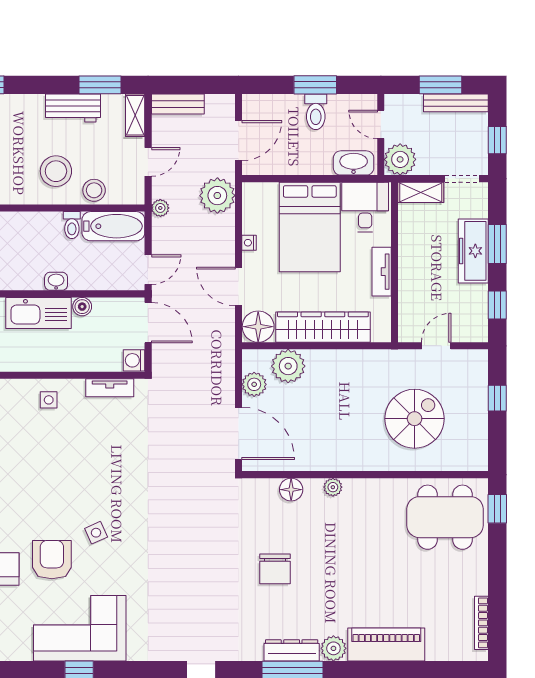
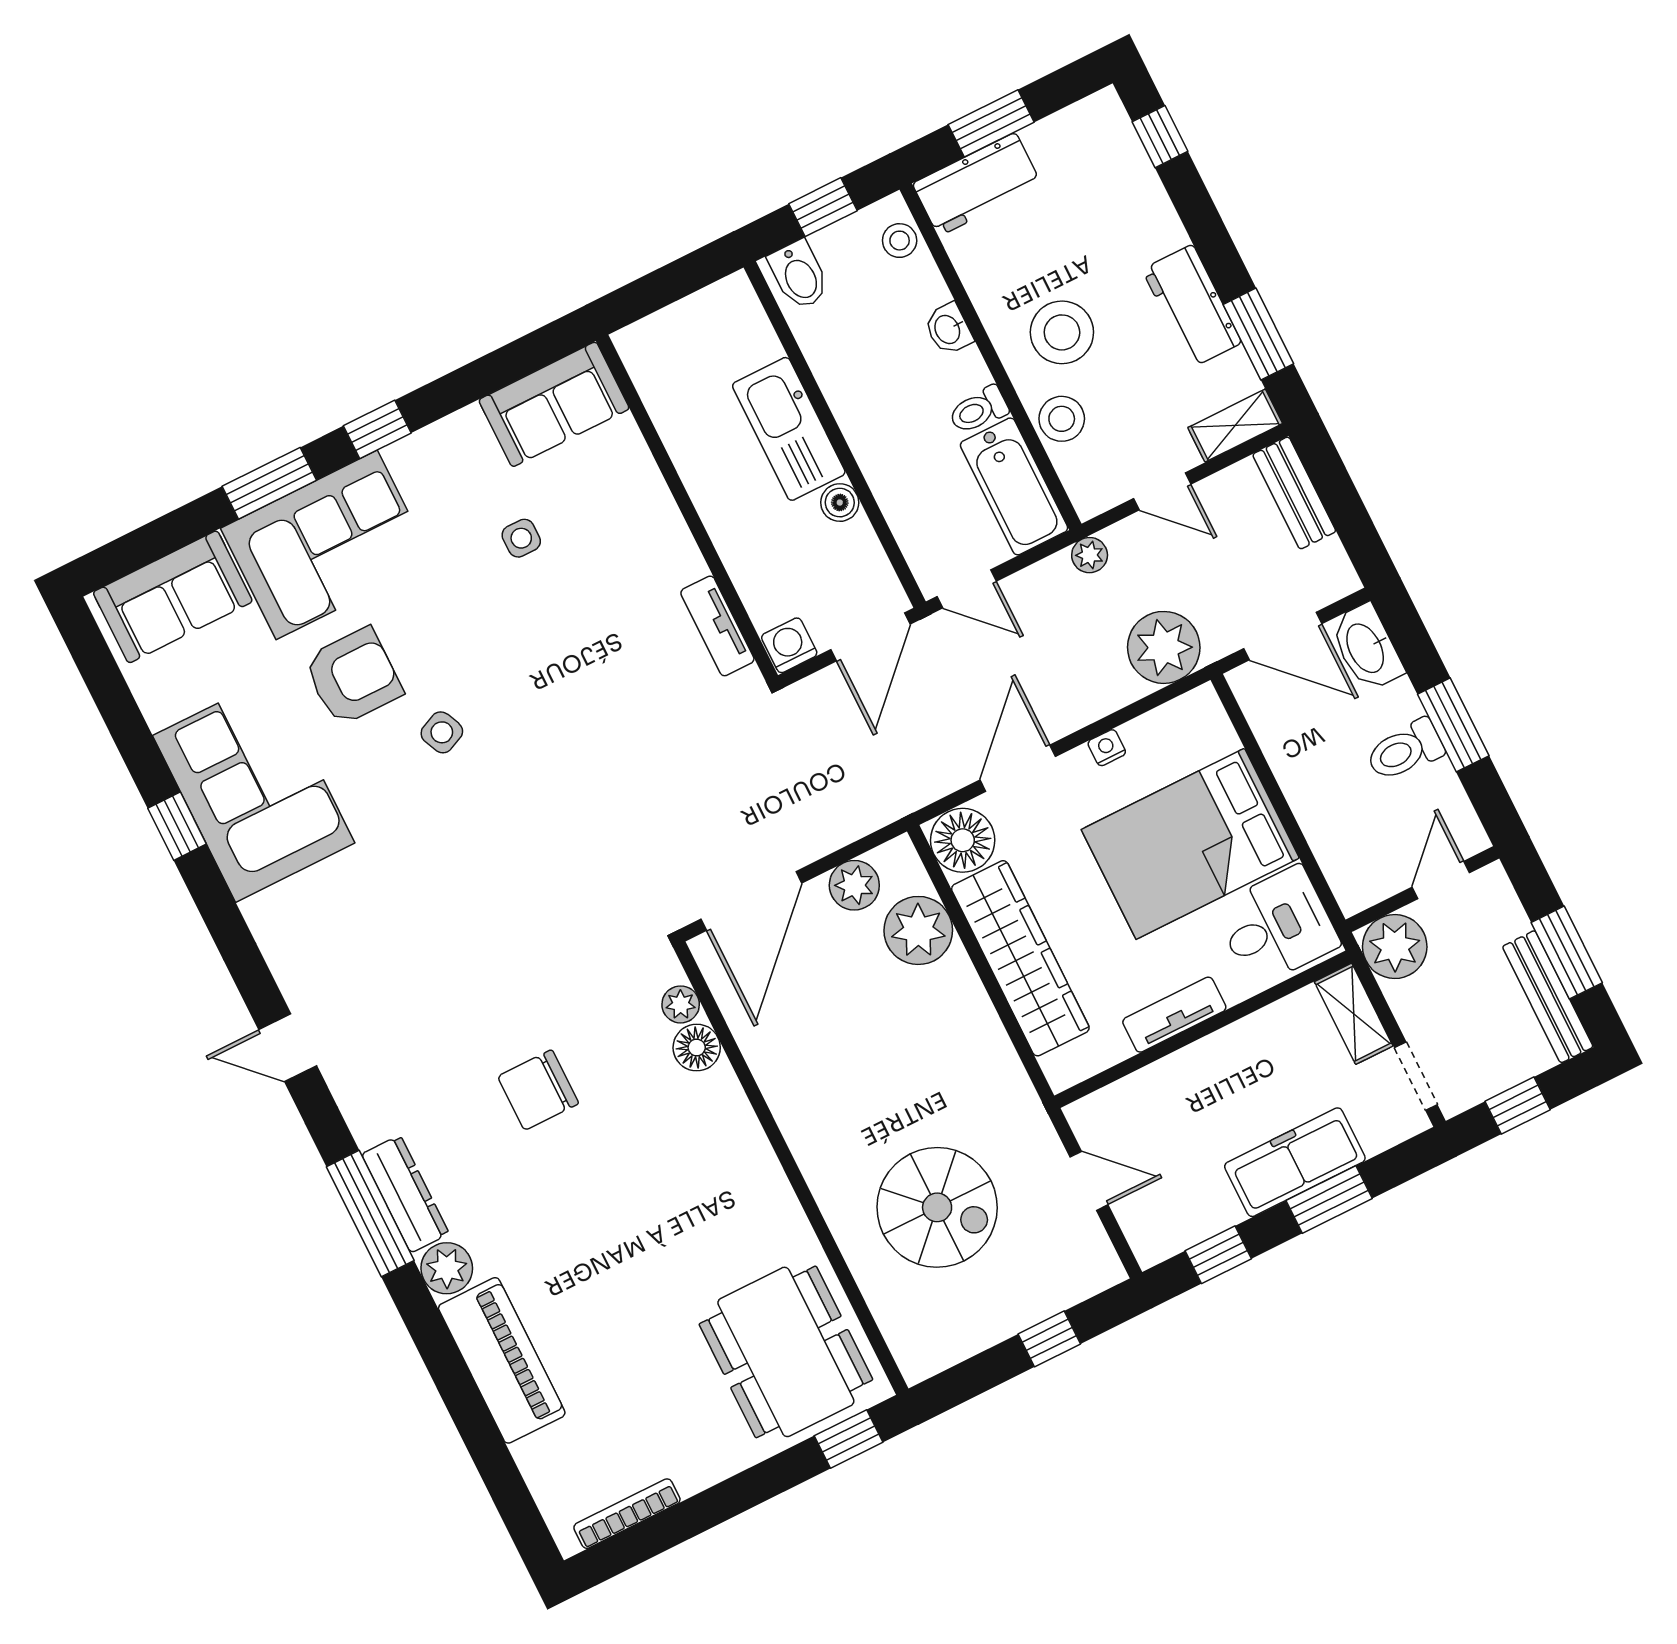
washbasin: (354, 163) -> (1366, 648), moved, turned 180
washbasin: (56, 281) -> (948, 329), moved, turned 180
side table: (49, 400) -> (521, 538), moved
plant: (333, 487) -> (681, 1004), moved

